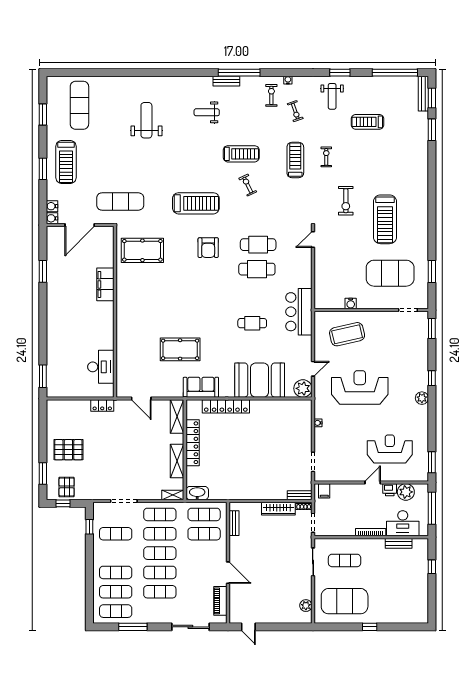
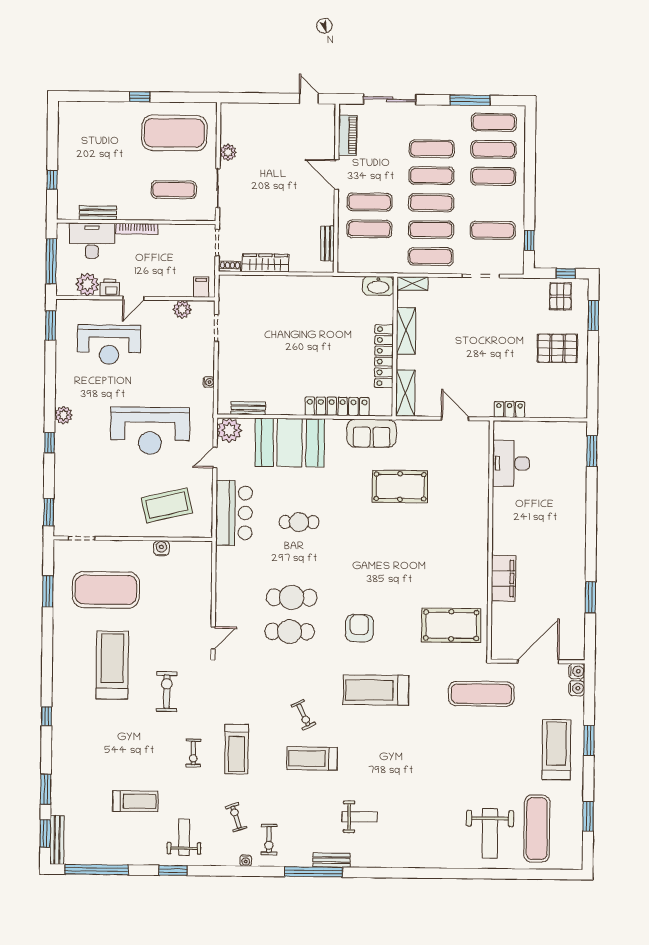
weight bench: (146, 120) -> (490, 833), moved
window: (432, 182) -> (47, 716), added
bar counter: (299, 312) -> (234, 513), moved
plant: (338, 475) -> (182, 309), added
bench: (300, 495) -> (248, 408), moved
exercise mat: (204, 514) -> (370, 202), moved
plant: (306, 606) -> (228, 152), moved

